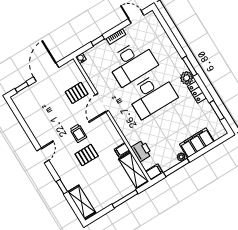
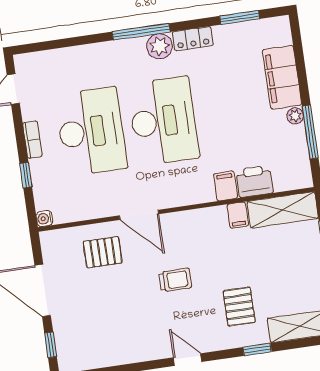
window: (190, 66) -> (141, 32), width x1.44
pallet: (77, 93) -> (103, 252), turned 90
pallet: (87, 155) -> (239, 307), moved
filing cabinet: (154, 172) -> (226, 186), moved

